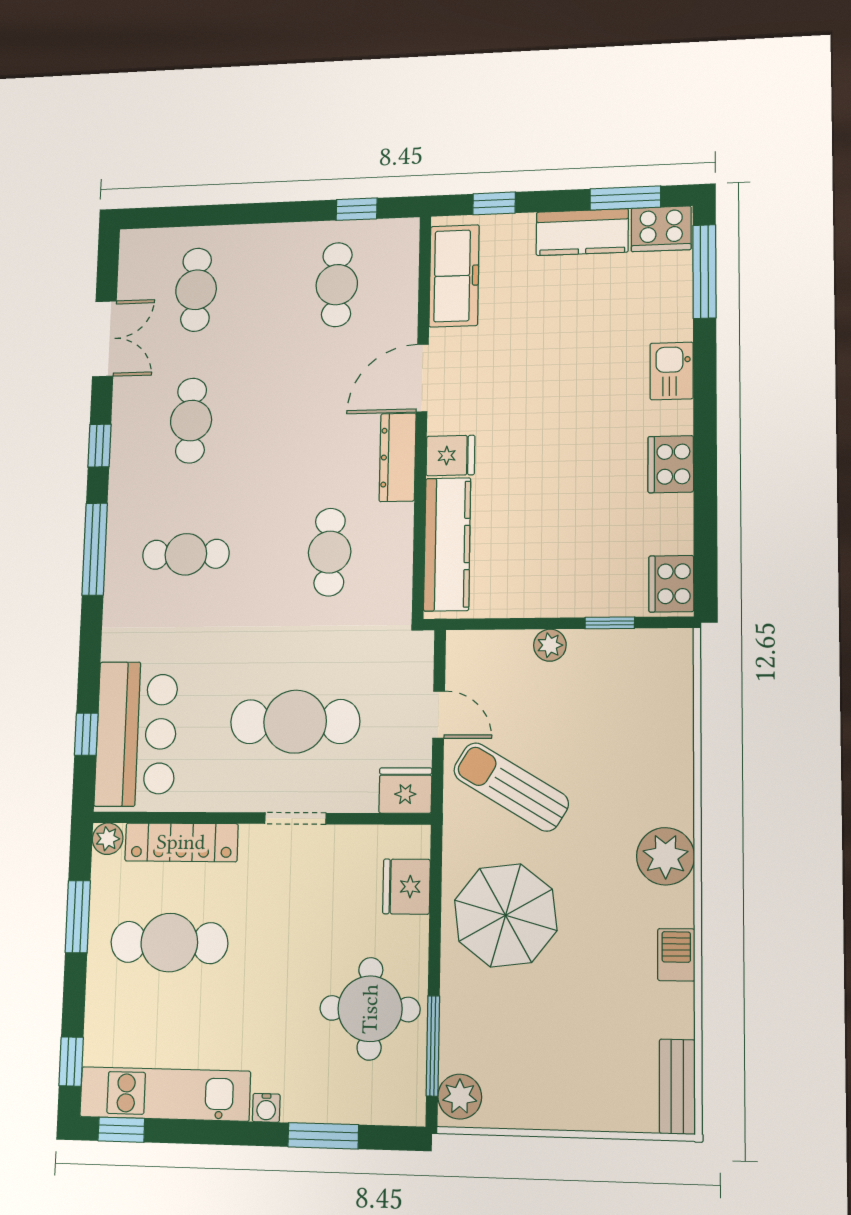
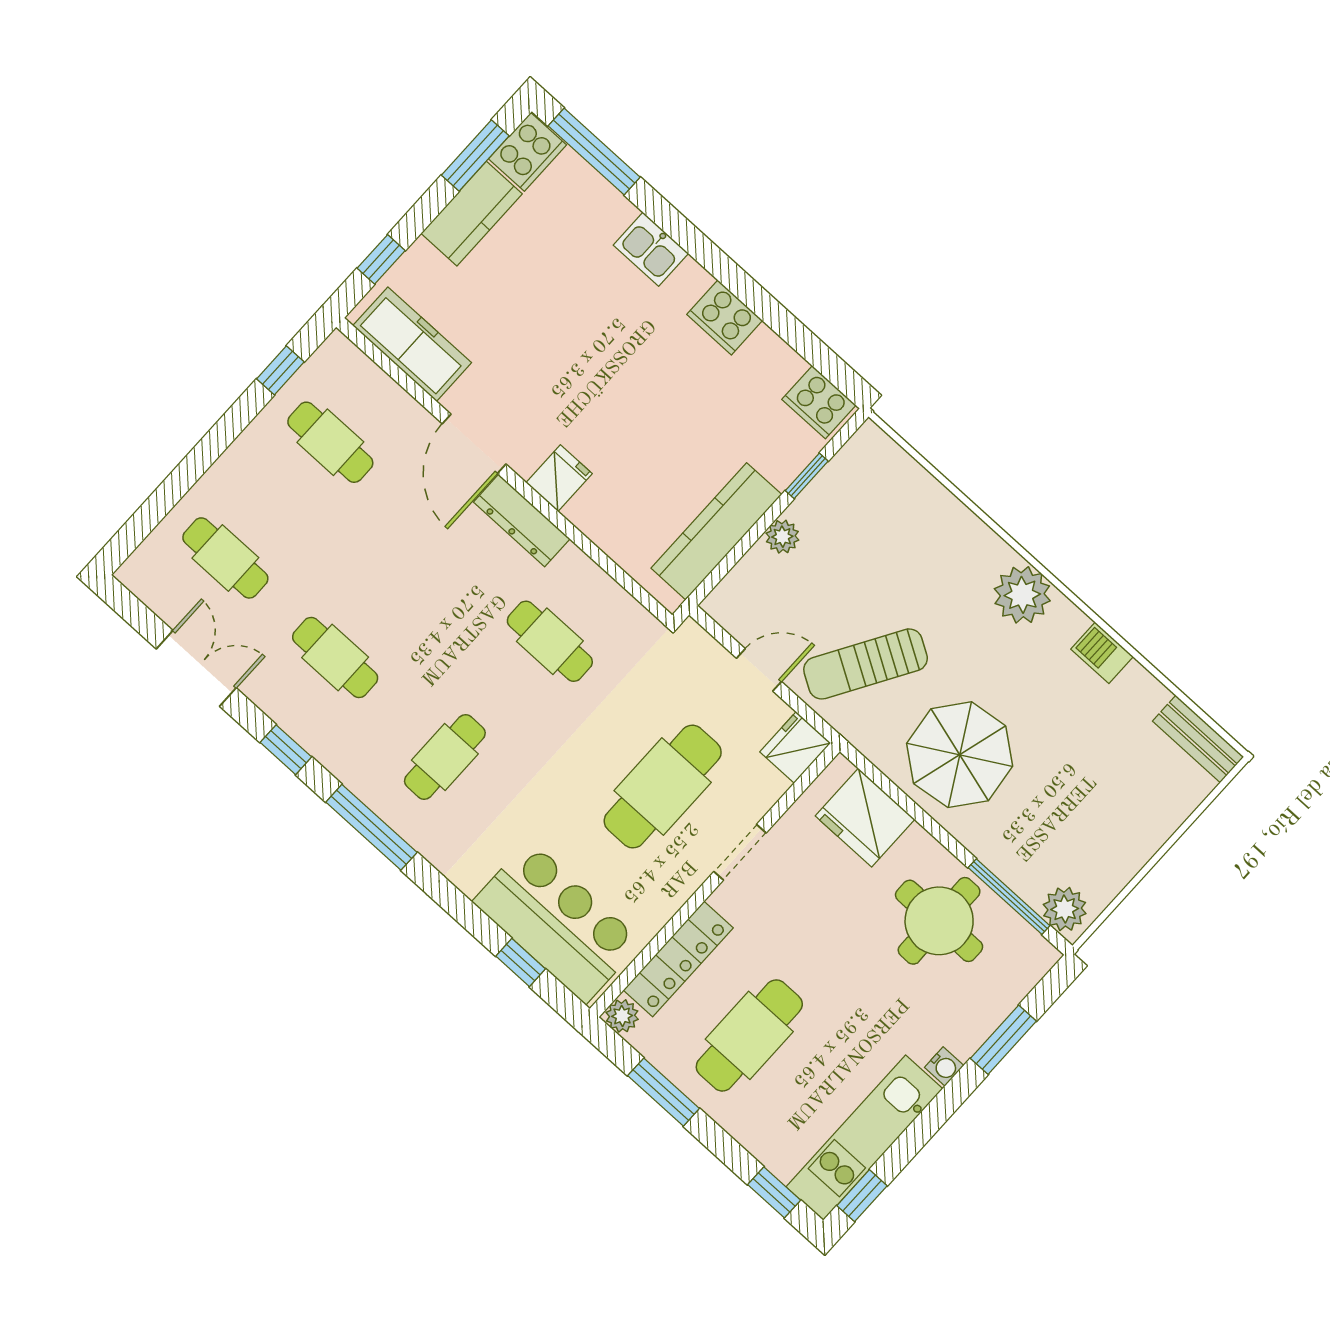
kitchen counter: (447, 544) -> (716, 531), moved, turned -90
fridge: (406, 887) -> (865, 818), width x1.36, depth x1.34

